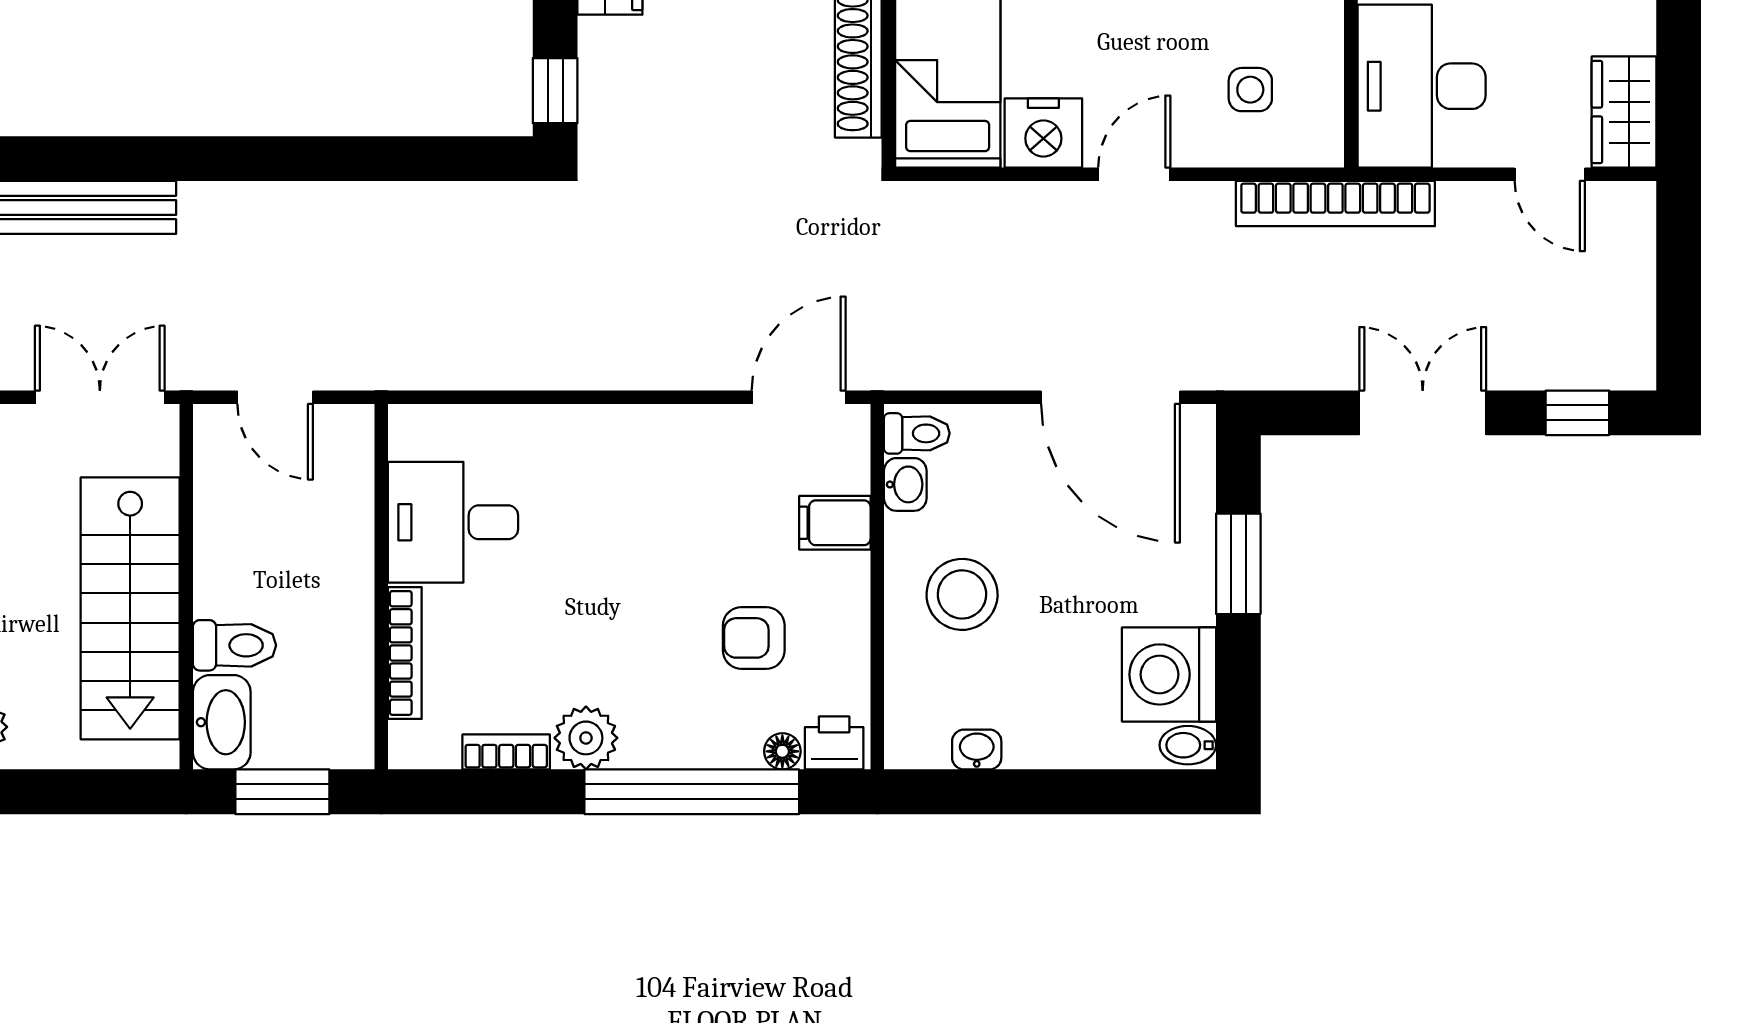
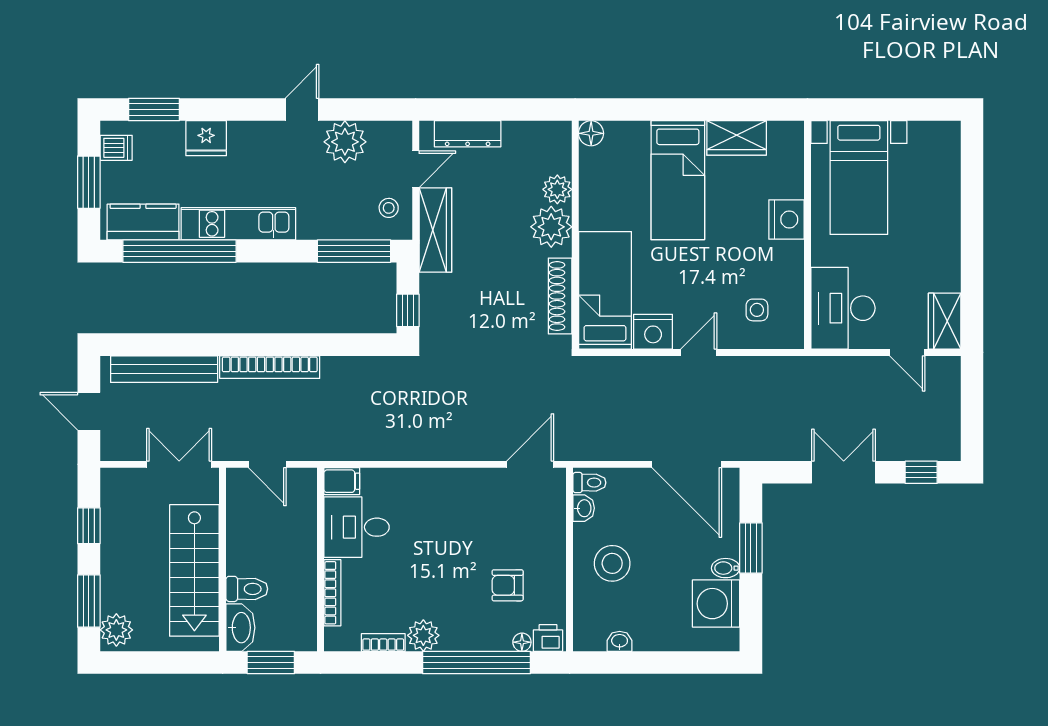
bookcase: (1335, 204) -> (270, 367), moved
filing cabinet: (835, 523) -> (342, 481), moved, turned 180
bidet: (1188, 745) -> (726, 568), moved

